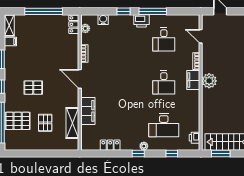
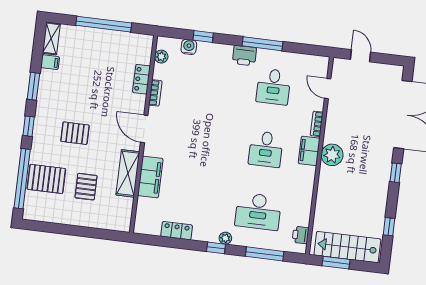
window: (124, 11) -> (203, 36), moved
locker: (74, 24) -> (141, 79), moved
shelving: (72, 123) -> (128, 173), moved
window: (172, 153) -> (265, 254), width x2.17

